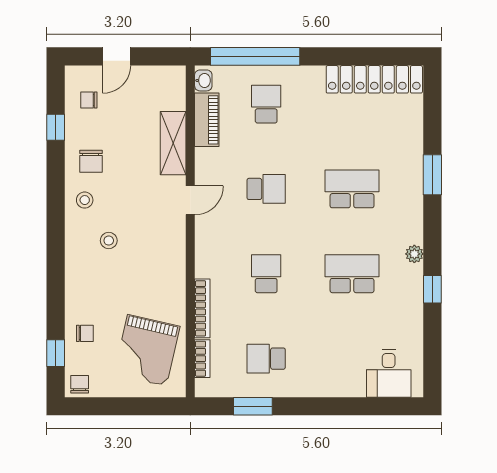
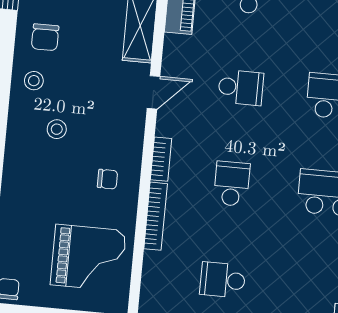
chair: (85, 333) -> (107, 179), moved
grand piano: (147, 350) -> (88, 258), turned -103
bookcase: (202, 359) -> (161, 159), moved

